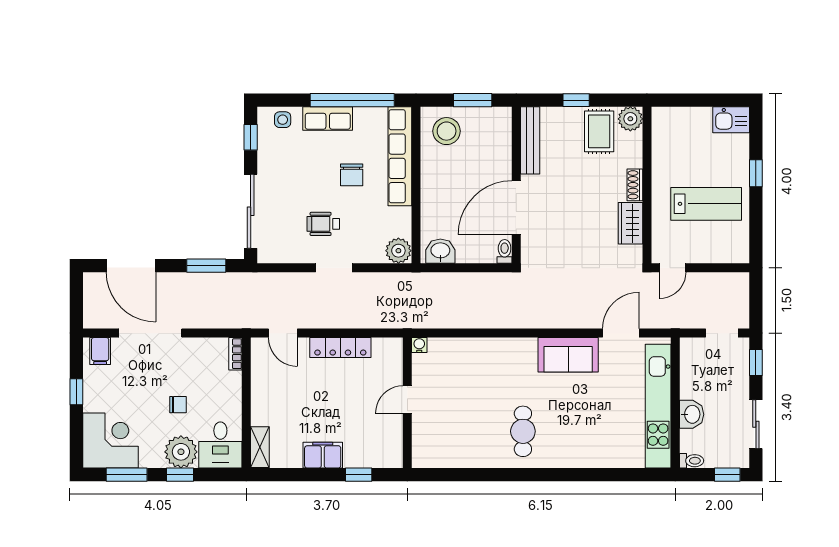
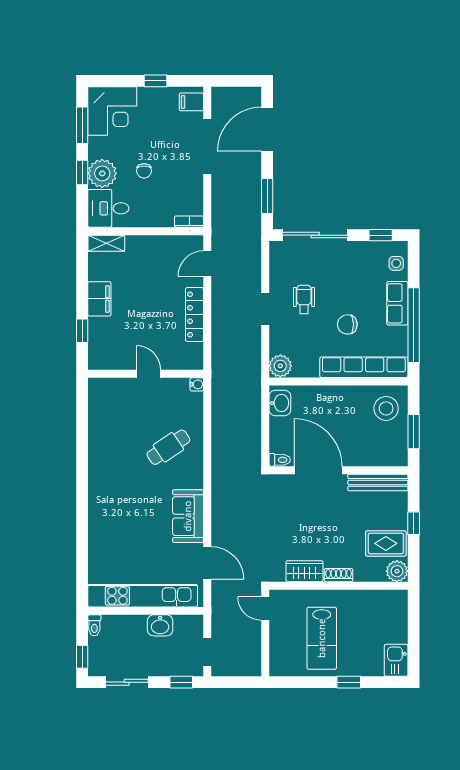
washbasin: (692, 414) -> (160, 625), moved
cafe table: (523, 431) -> (168, 447), moved, turned -34

